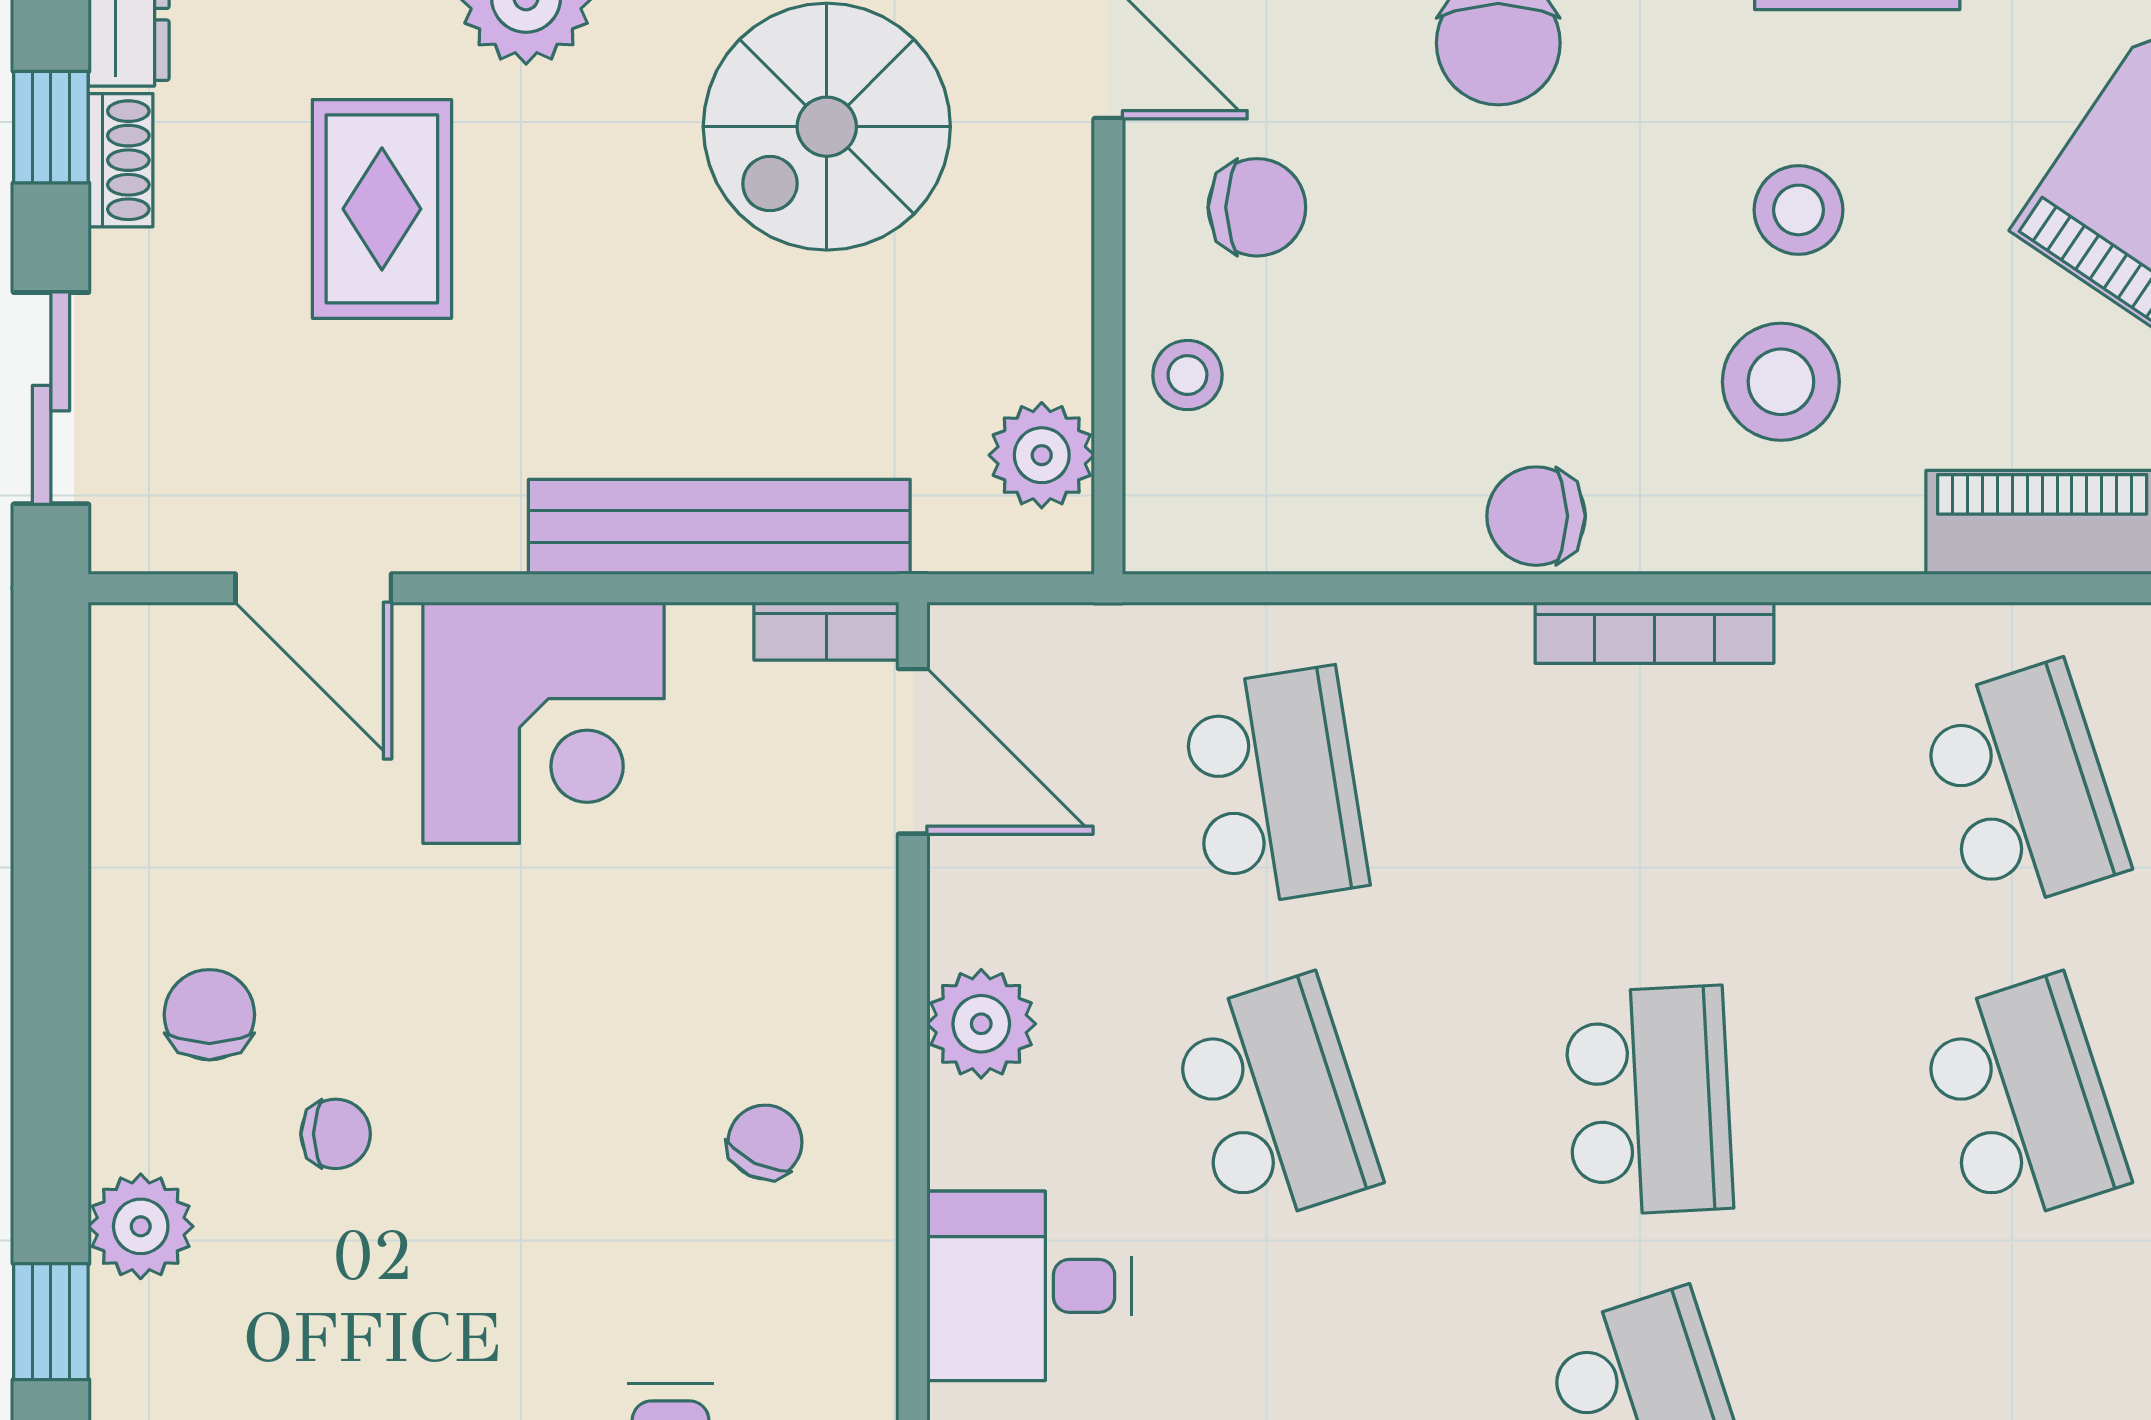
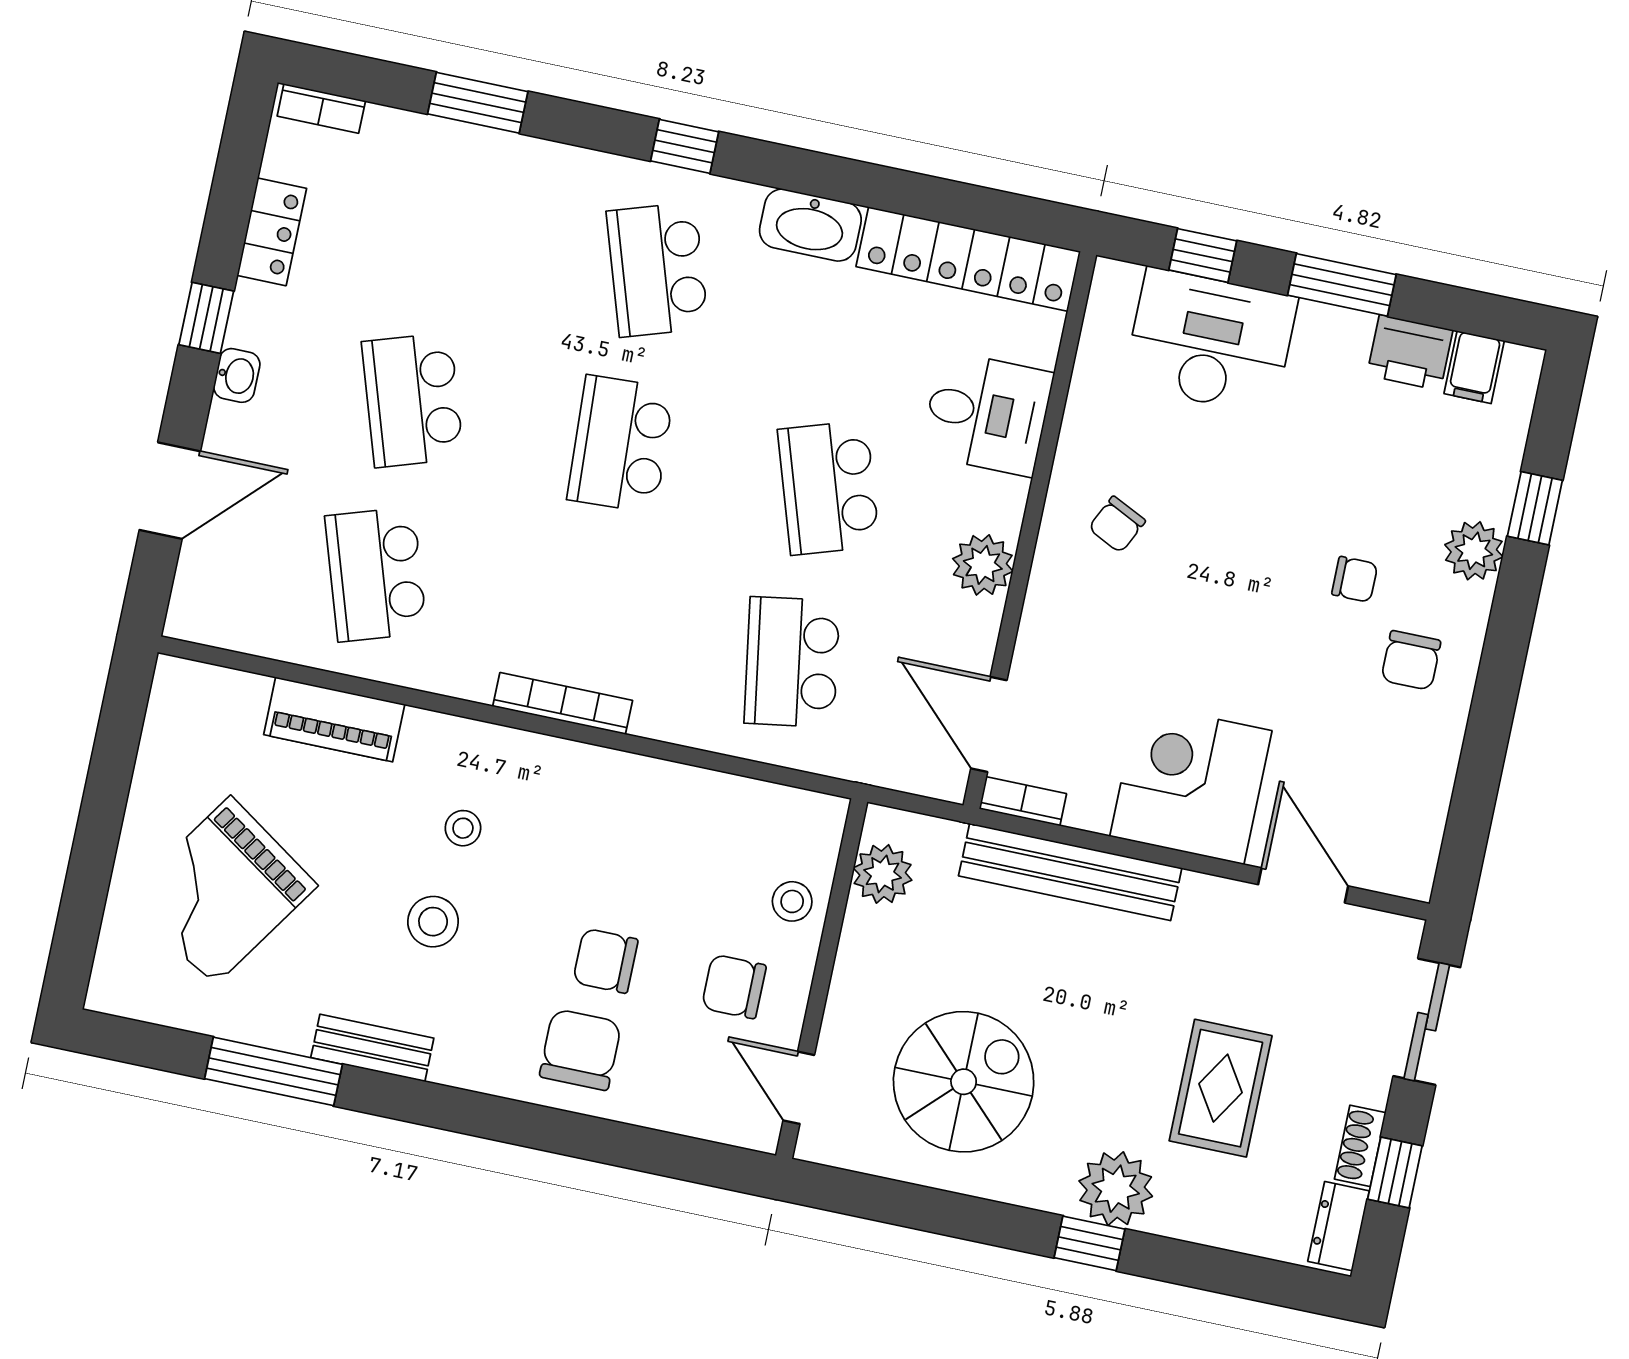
stool: (1781, 382) -> (463, 828), width x0.53, depth x0.53
chair: (1536, 516) -> (605, 961), moved, turned 180
chair: (336, 1134) -> (1355, 579), turned 180

